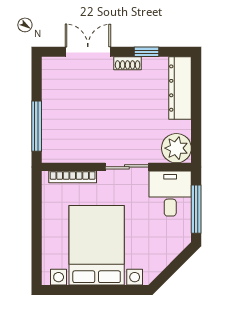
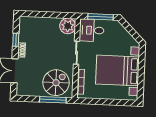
dresser: (180, 88) -> (36, 23), removed
spiral stairs: (69, 131) -> (56, 83), added

